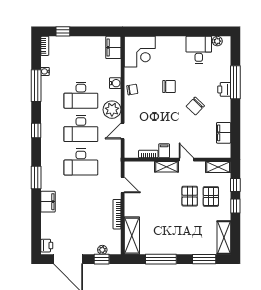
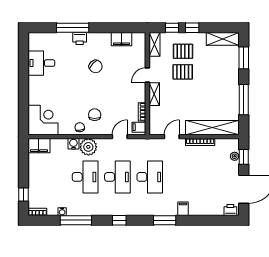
plant: (217, 41) -> (33, 45), removed
chair: (169, 87) -> (95, 115), moved
plant: (112, 110) -> (88, 147), moved
door: (123, 131) -> (120, 137), swing flipped
filing cabinet: (164, 151) -> (139, 127), moved
filing cabinet: (48, 202) -> (183, 209), width x0.50
shelving: (132, 236) -> (212, 128), width x1.47

